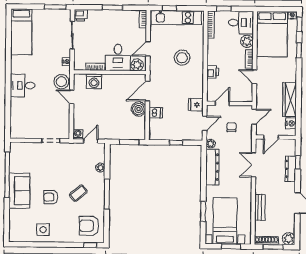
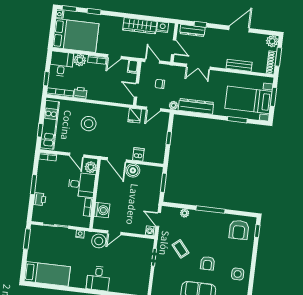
printer: (81, 15) -> (40, 199), moved
printer: (213, 72) -> (80, 93), moved
filing cabinet: (246, 97) -> (133, 67), added
door: (205, 123) -> (153, 109), swing flipped
dresser: (291, 169) -> (192, 30), moved
coffee table: (78, 193) -> (180, 249), moved

